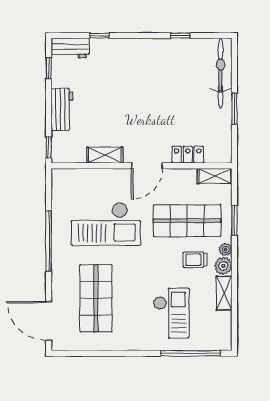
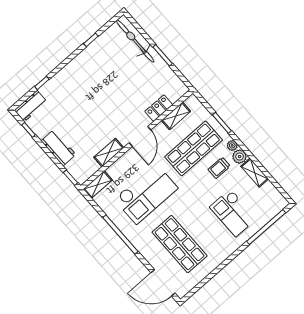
shelving: (68, 176) -> (98, 185), added
shelving: (215, 176) -> (176, 116), moved
checkout: (171, 313) -> (233, 213), turned 180

